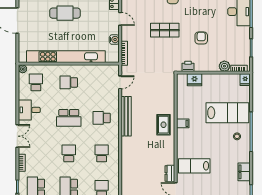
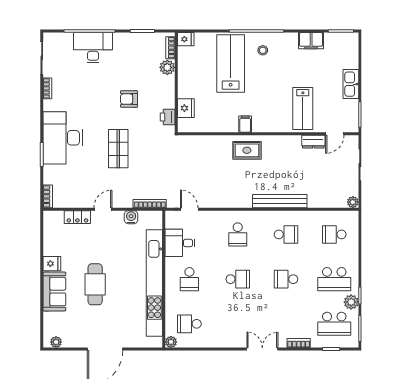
desk: (29, 110) -> (180, 243), moved, turned 90
bench: (126, 116) -> (280, 201), moved
school desk: (69, 118) -> (238, 279), width x0.54
school desk: (102, 153) -> (286, 234), turned 180

